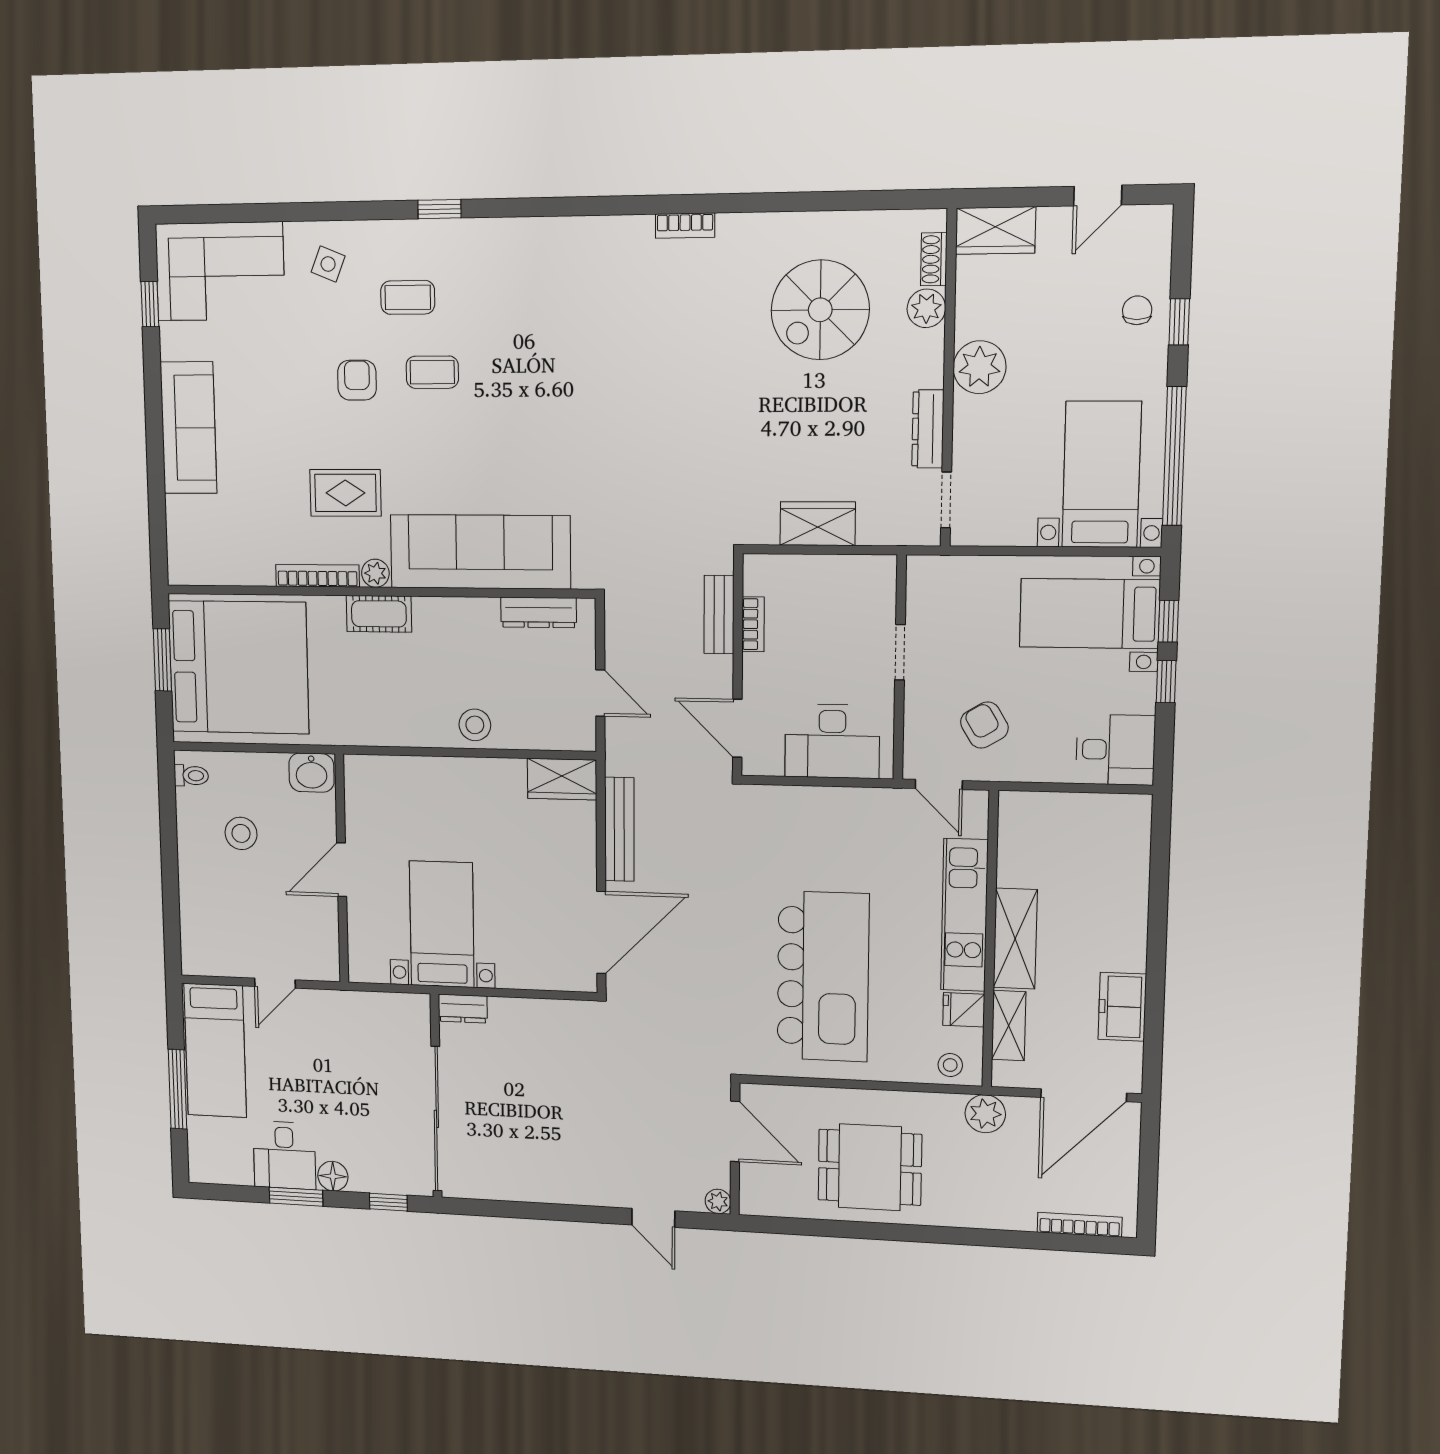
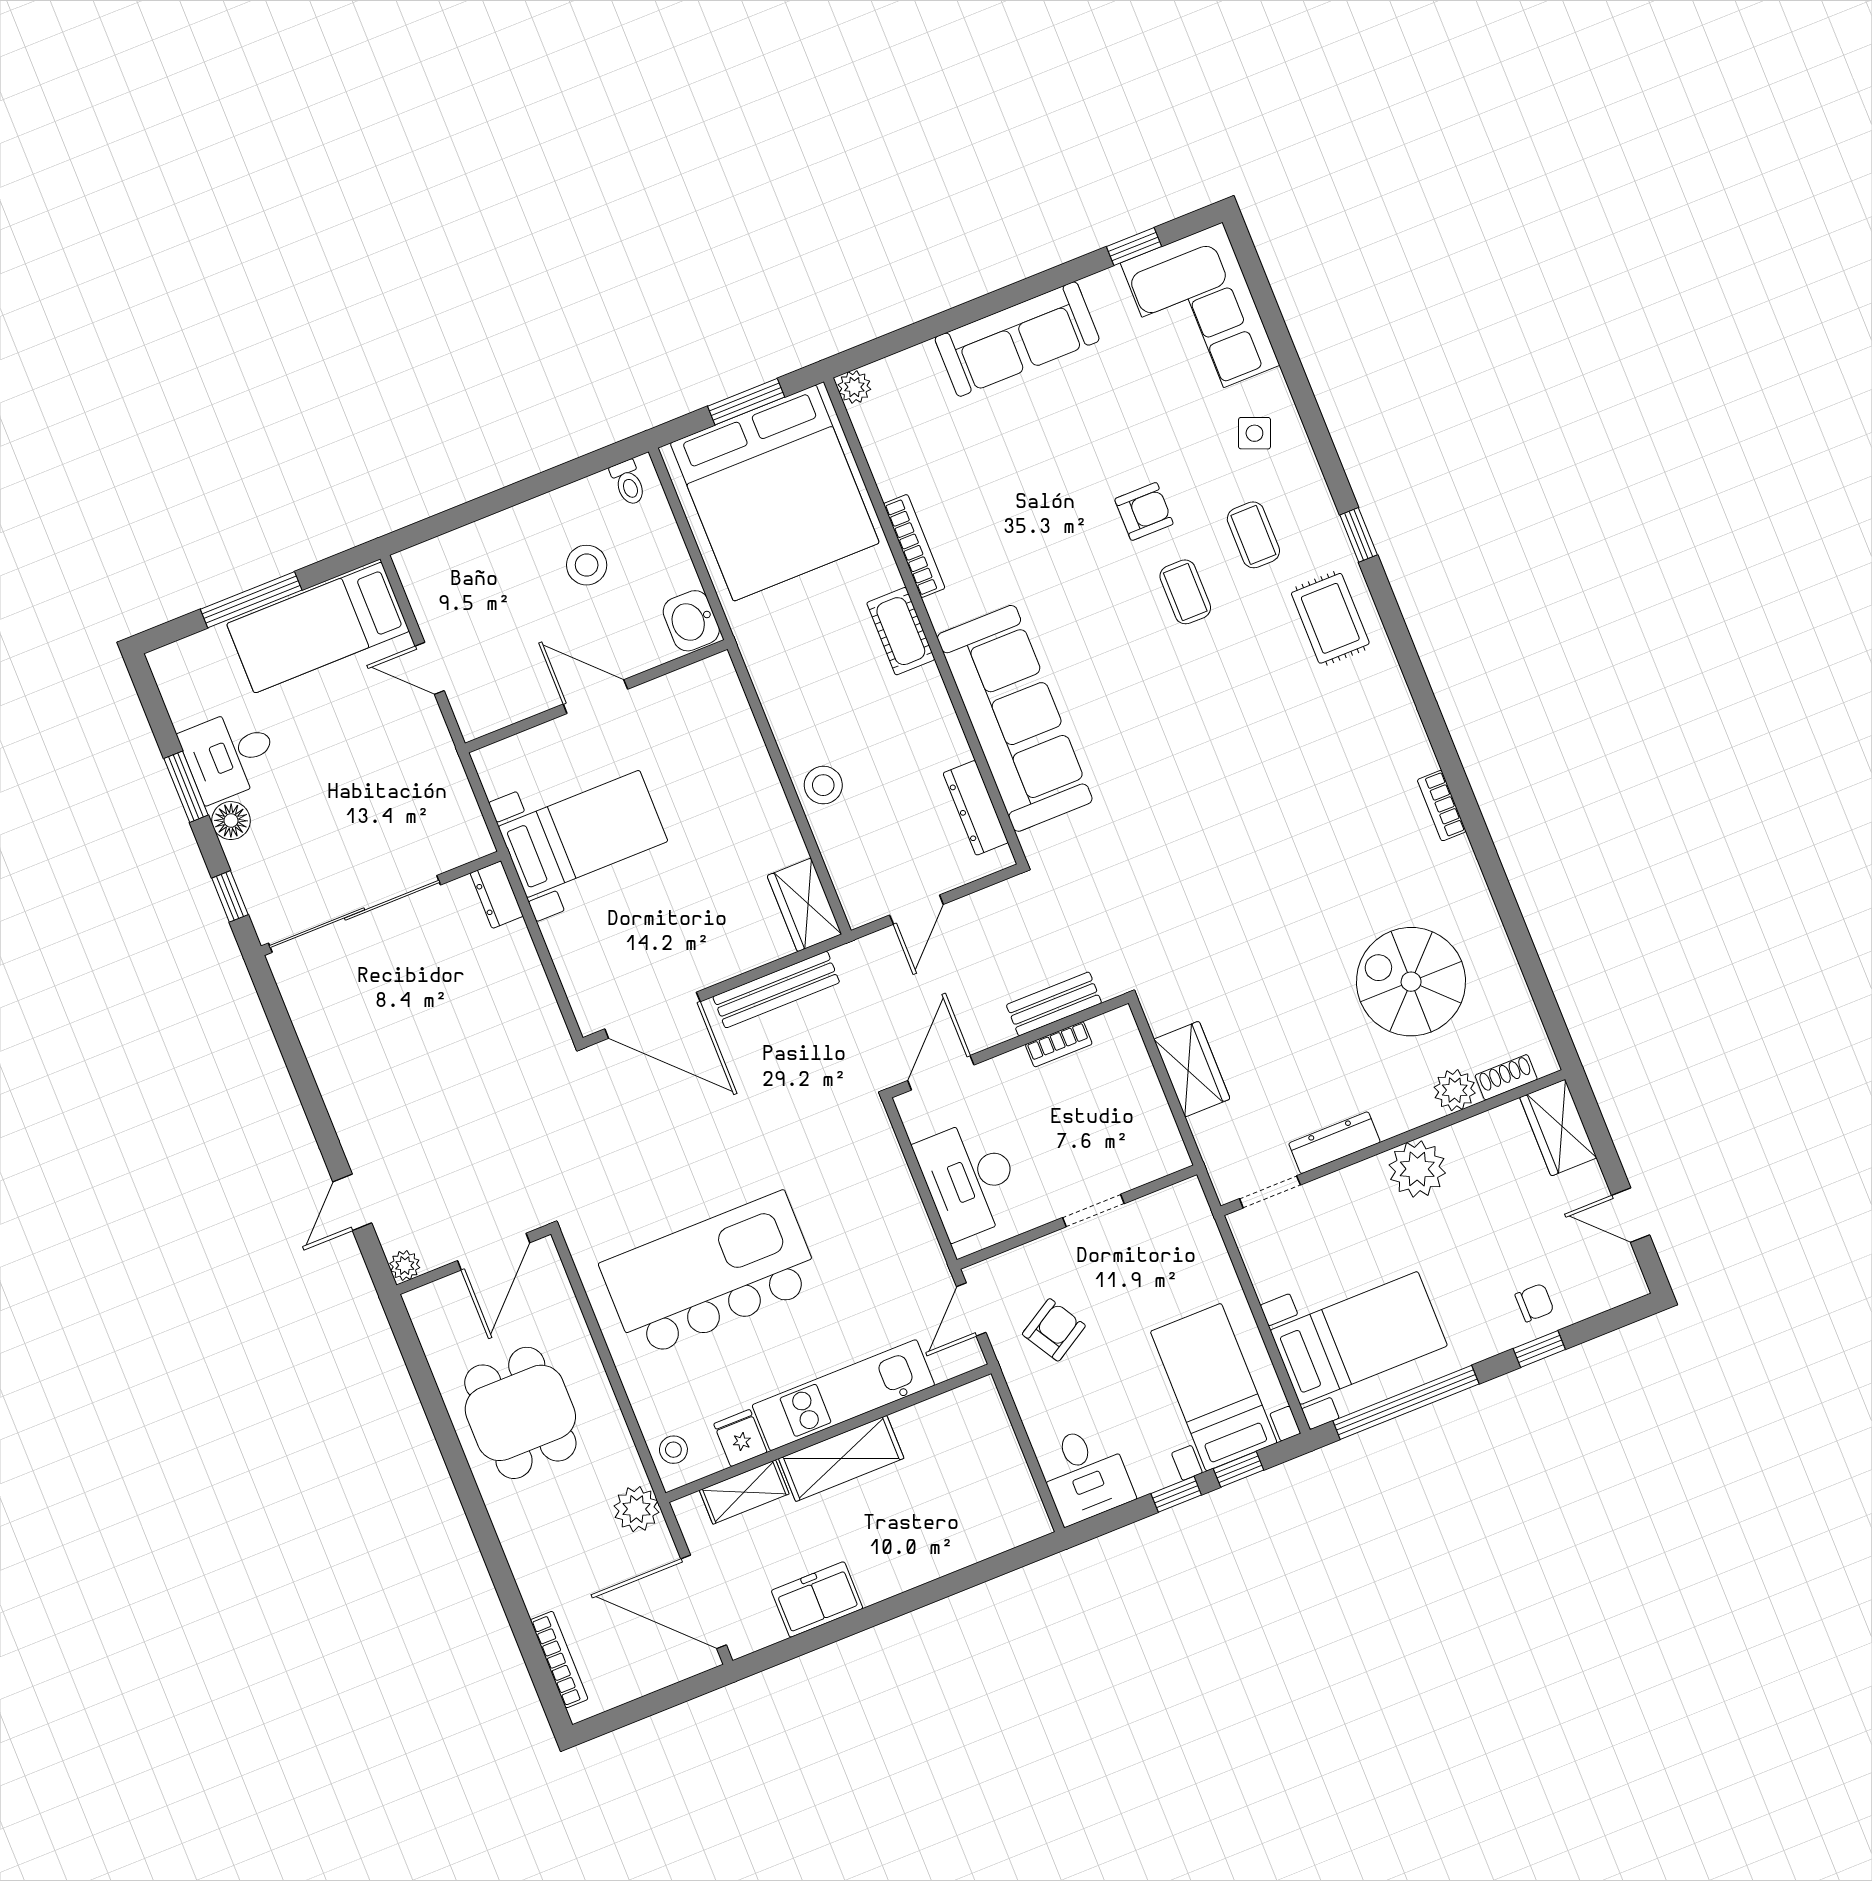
rug: (345, 493) -> (1330, 618), moved
plant: (375, 573) -> (854, 387), moved
kitchen island: (823, 976) -> (710, 1275), turned 180

